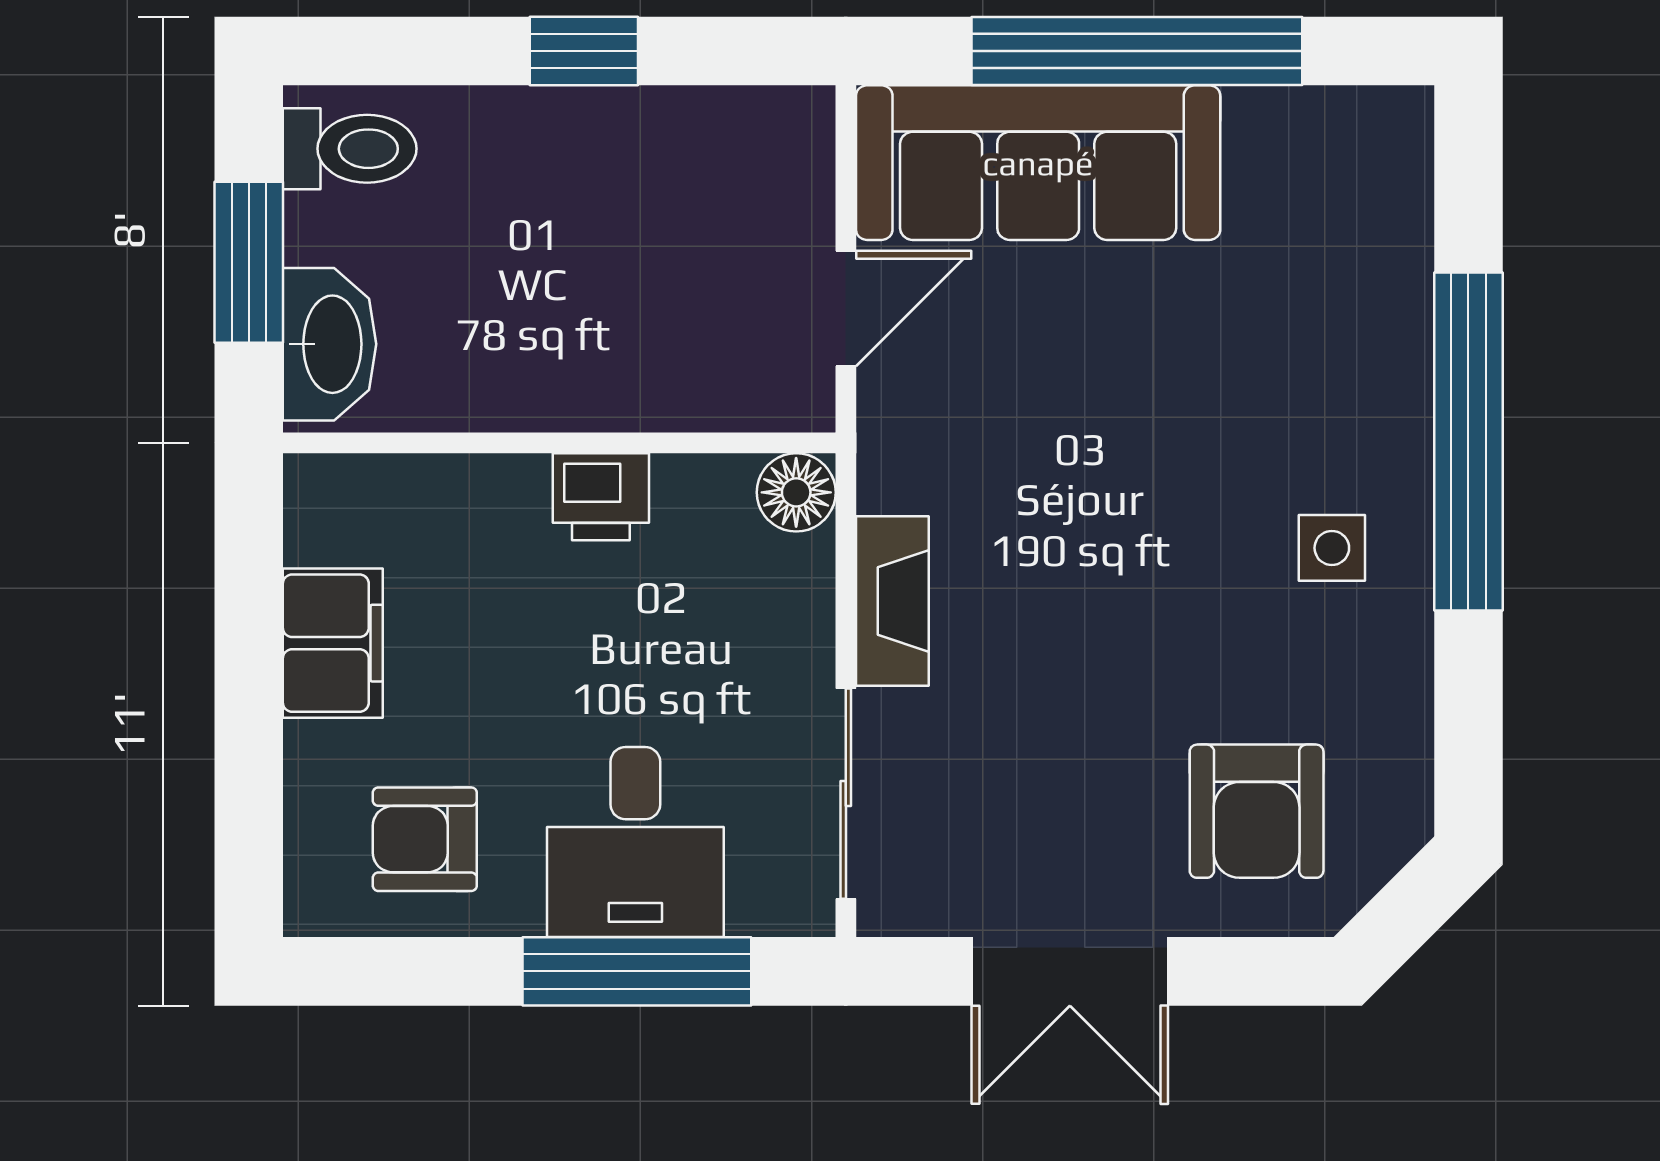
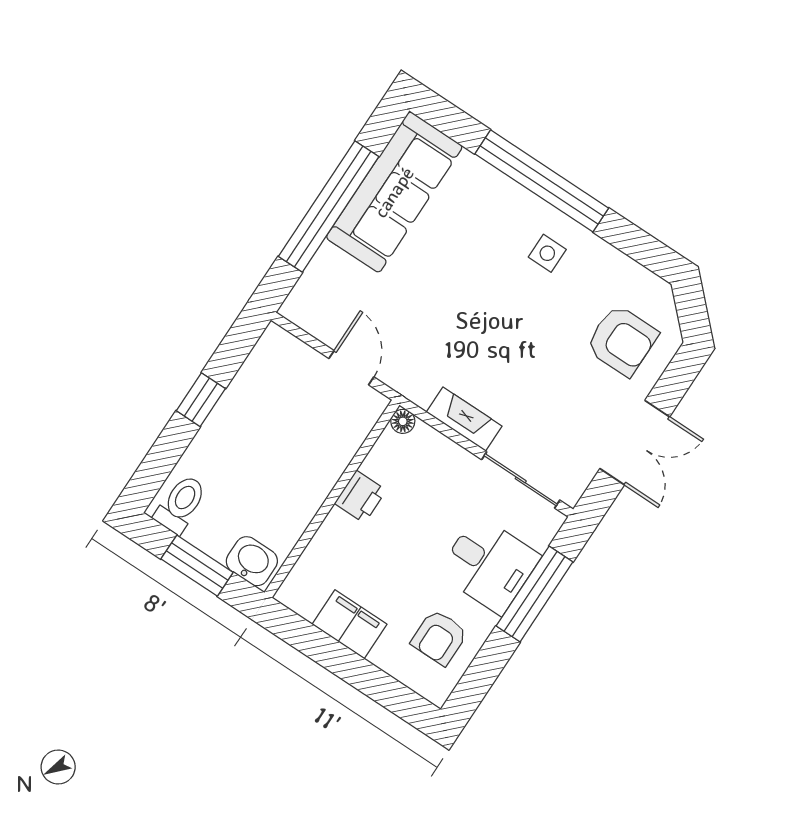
sofa: (1038, 163) -> (394, 192), moved
washbasin: (330, 344) -> (252, 561), width x0.72
floor lamp: (796, 492) -> (403, 421), width x0.73, depth x0.73

